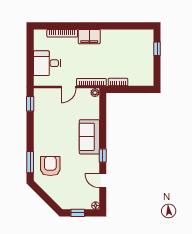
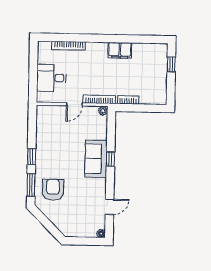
filing cabinet: (89, 37) -> (120, 50), moved
window: (30, 104) -> (32, 157), moved
window: (103, 155) -> (110, 159), moved
door: (103, 181) -> (110, 207), swing flipped
window: (78, 213) -> (82, 241), removed

